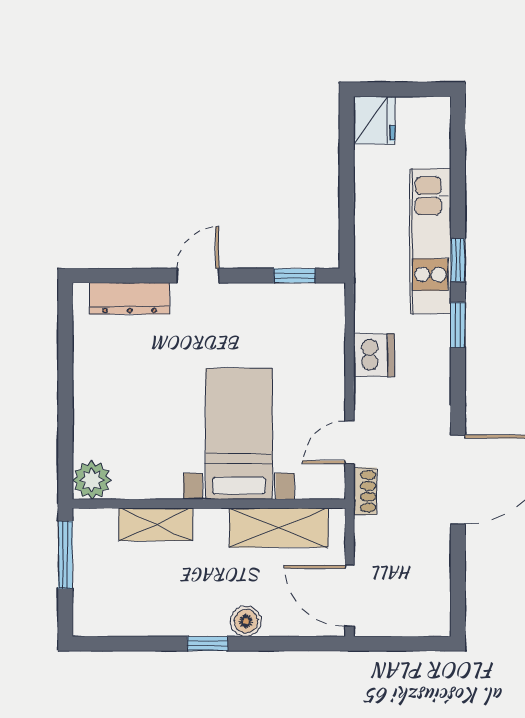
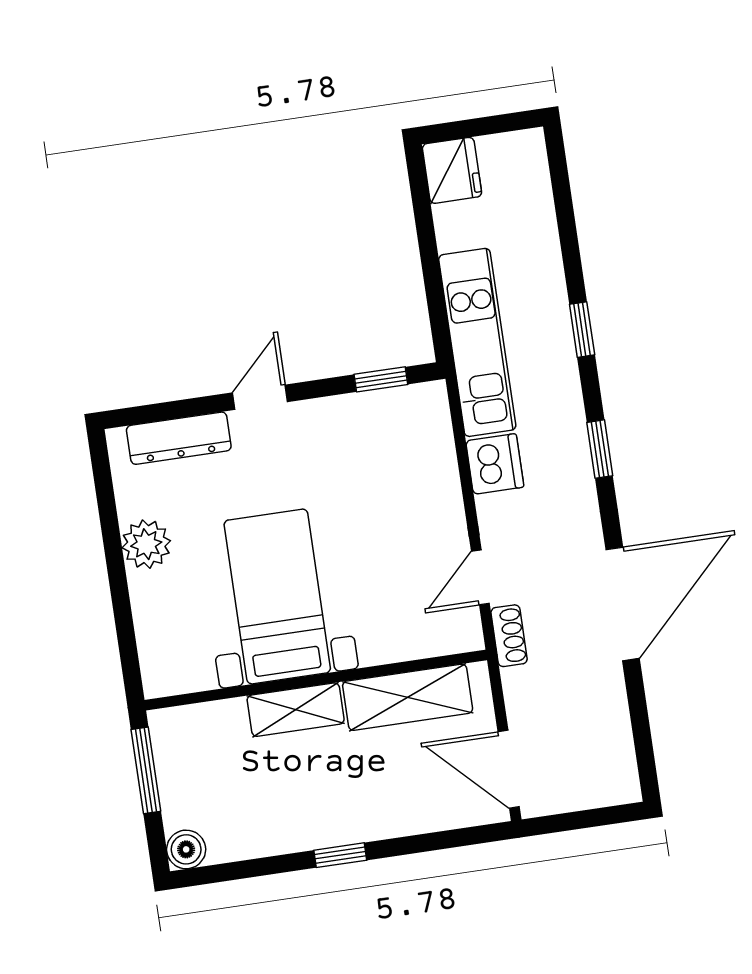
kitchen unit: (430, 241) -> (477, 342), moved, turned 180
window: (458, 325) -> (600, 449), moved
bed with nightstands: (239, 434) -> (277, 596), moved
plant: (92, 480) -> (146, 544), moved
shelving: (156, 524) -> (296, 710), moved
boiler: (246, 621) -> (186, 849), moved

